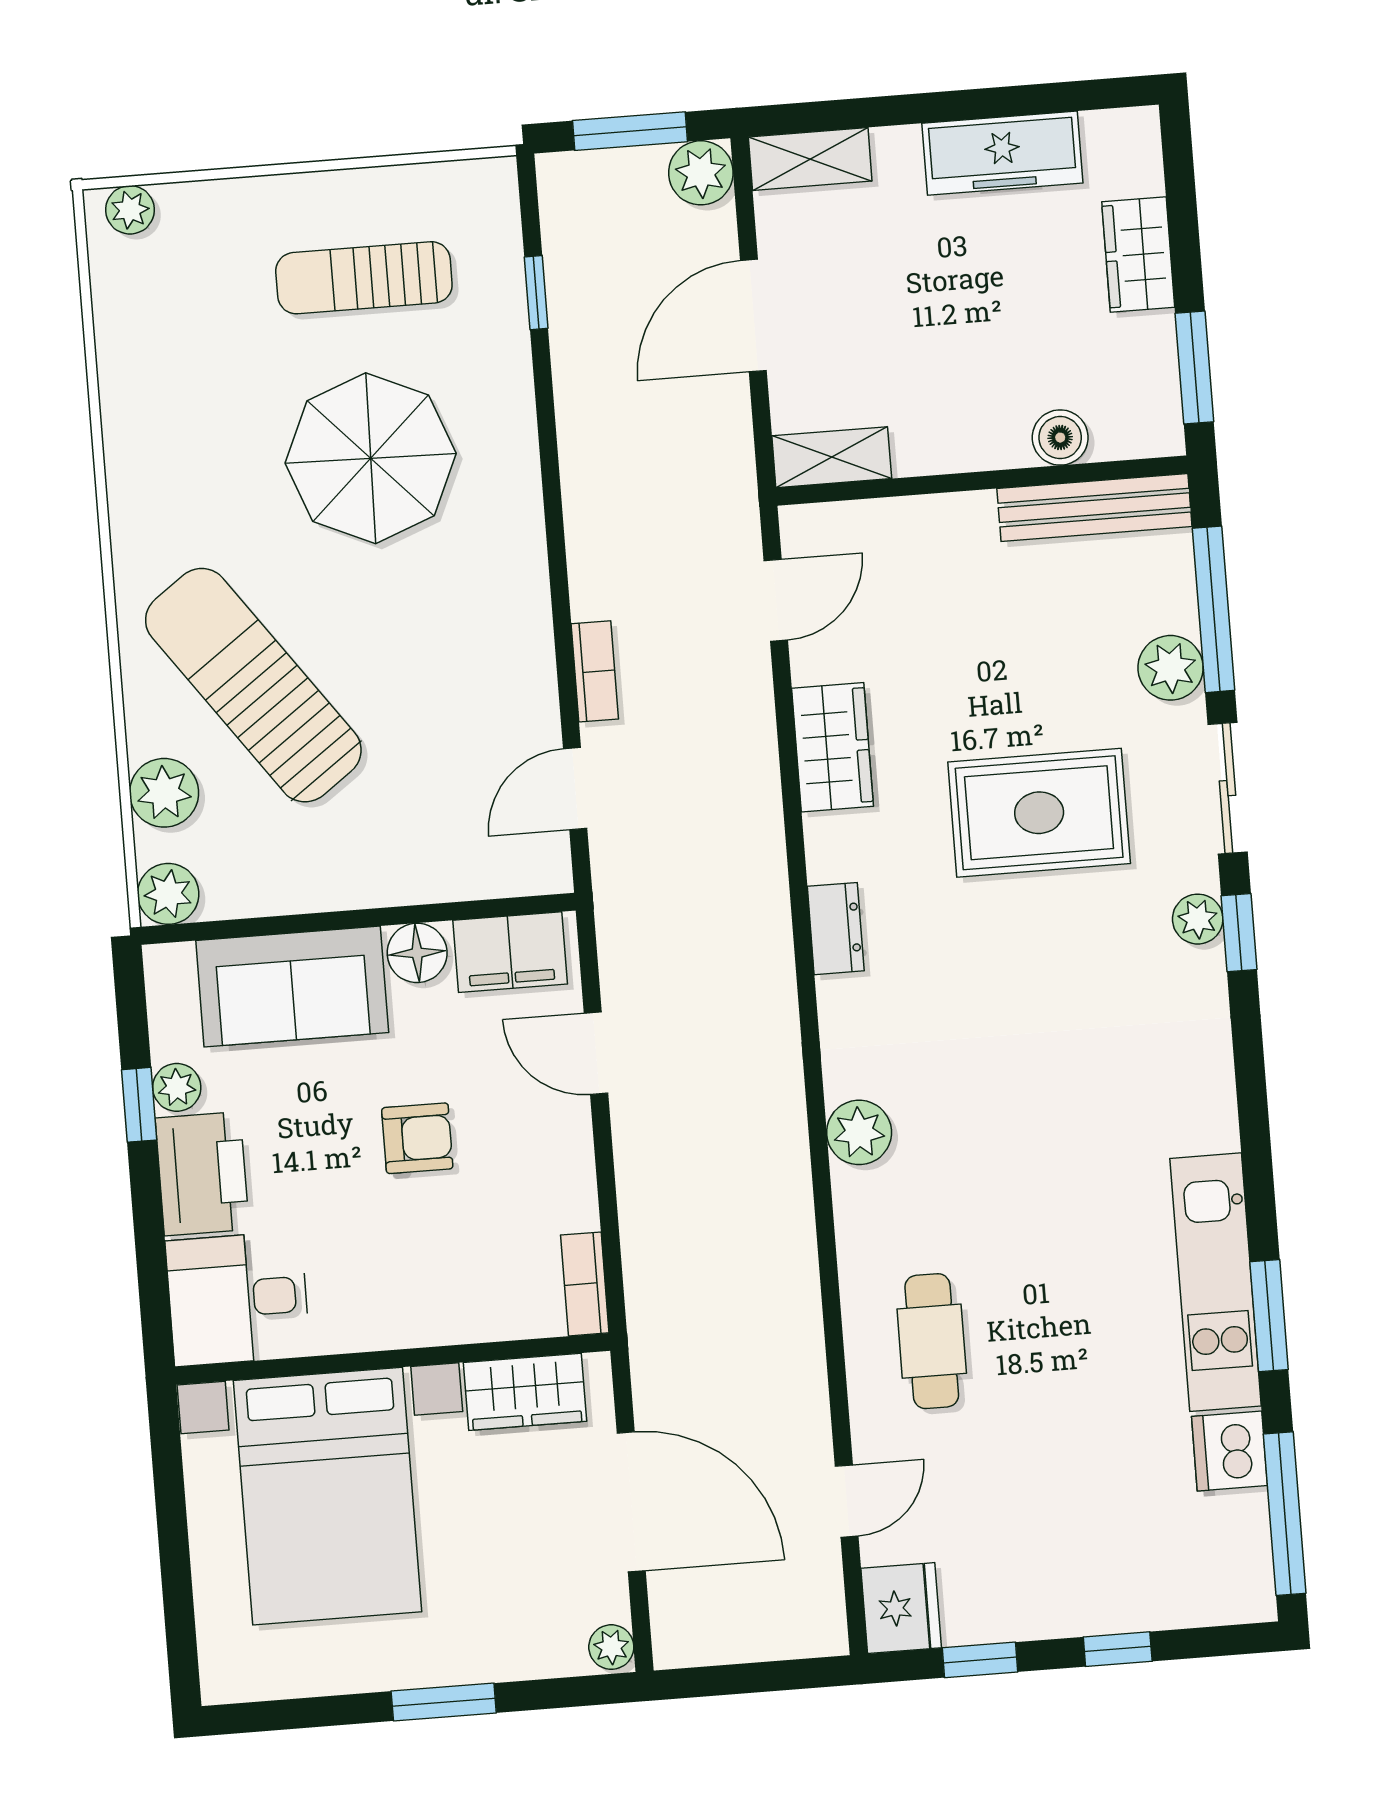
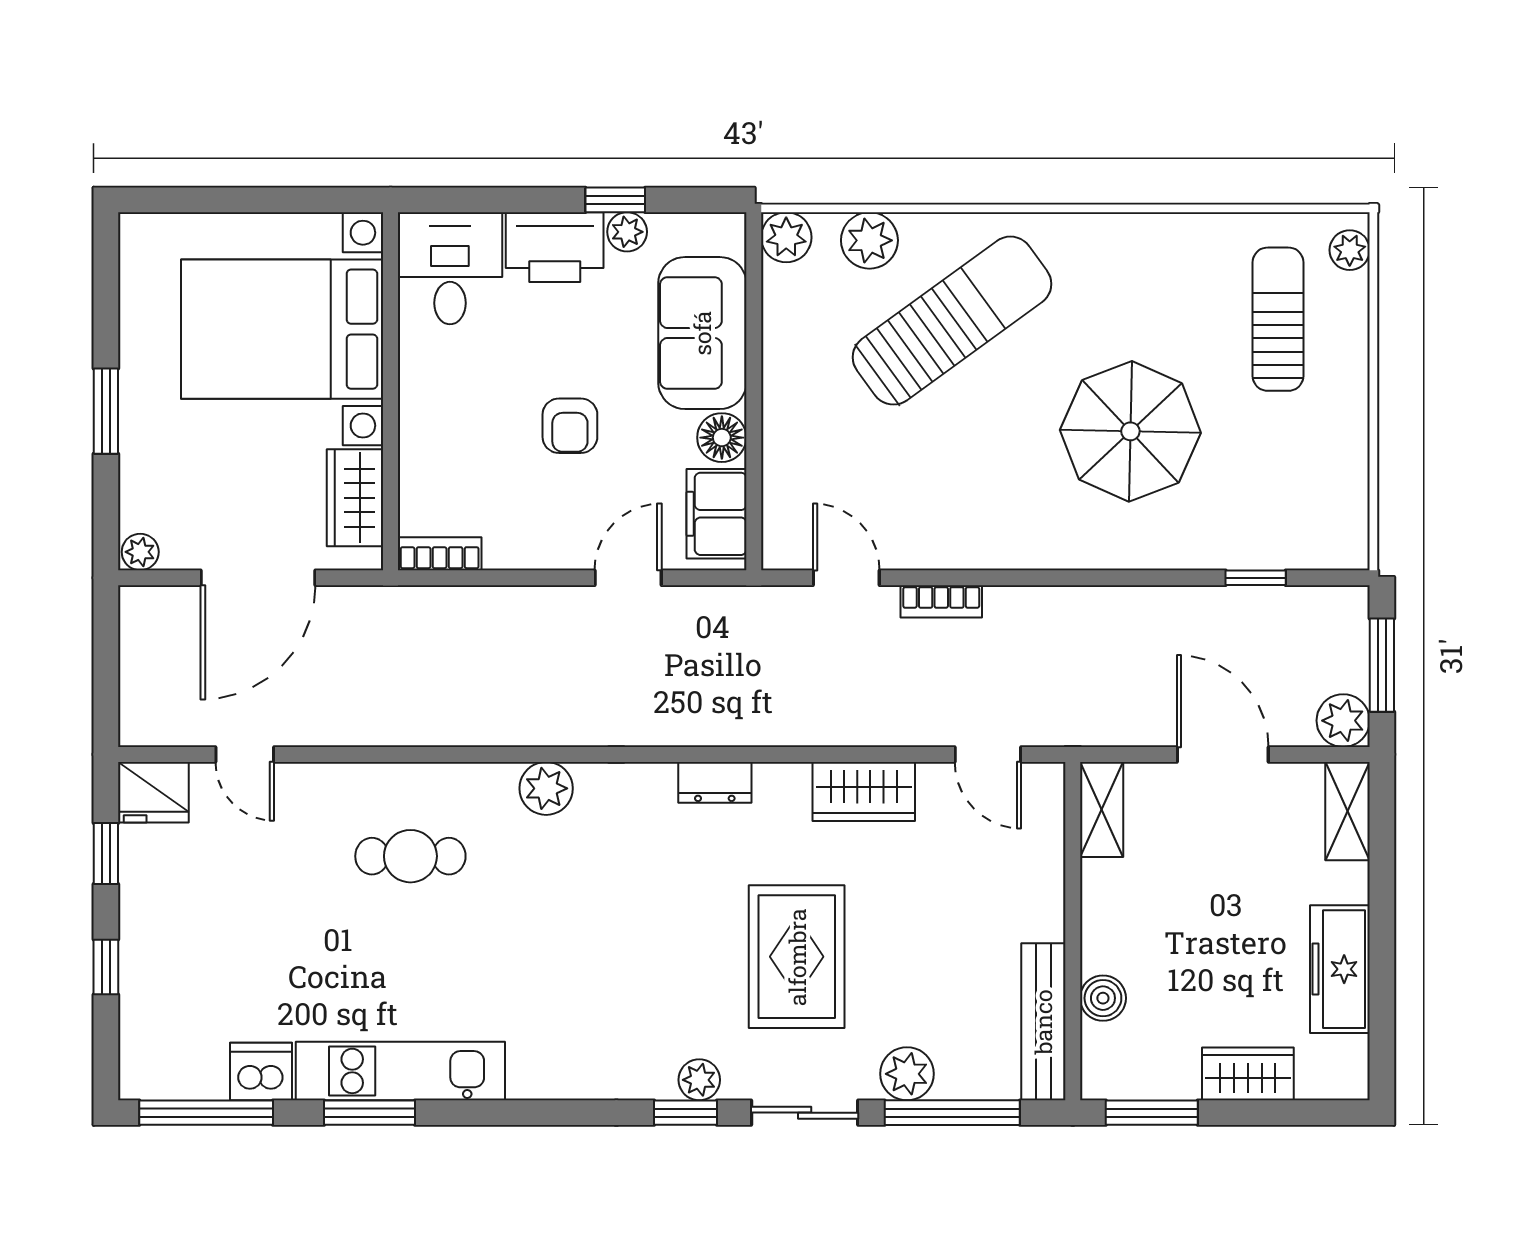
sun lounger: (364, 278) -> (1278, 319), moved
cafe table: (932, 1341) -> (410, 856), moved

